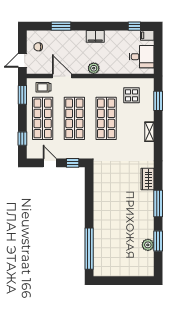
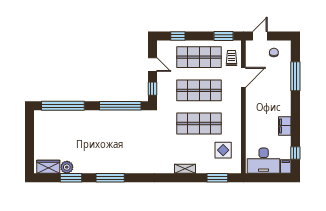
window: (61, 26) -> (295, 76), width x1.44
filing cabinet: (95, 36) -> (285, 126), moved
desk: (142, 57) -> (264, 161), width x1.37
door: (22, 60) -> (260, 36), hinge flipped
plant: (94, 68) -> (251, 111), removed
door: (50, 163) -> (152, 64), hinge flipped
wardrobe: (147, 179) -> (48, 167), moved
window: (89, 194) -> (120, 106), added

